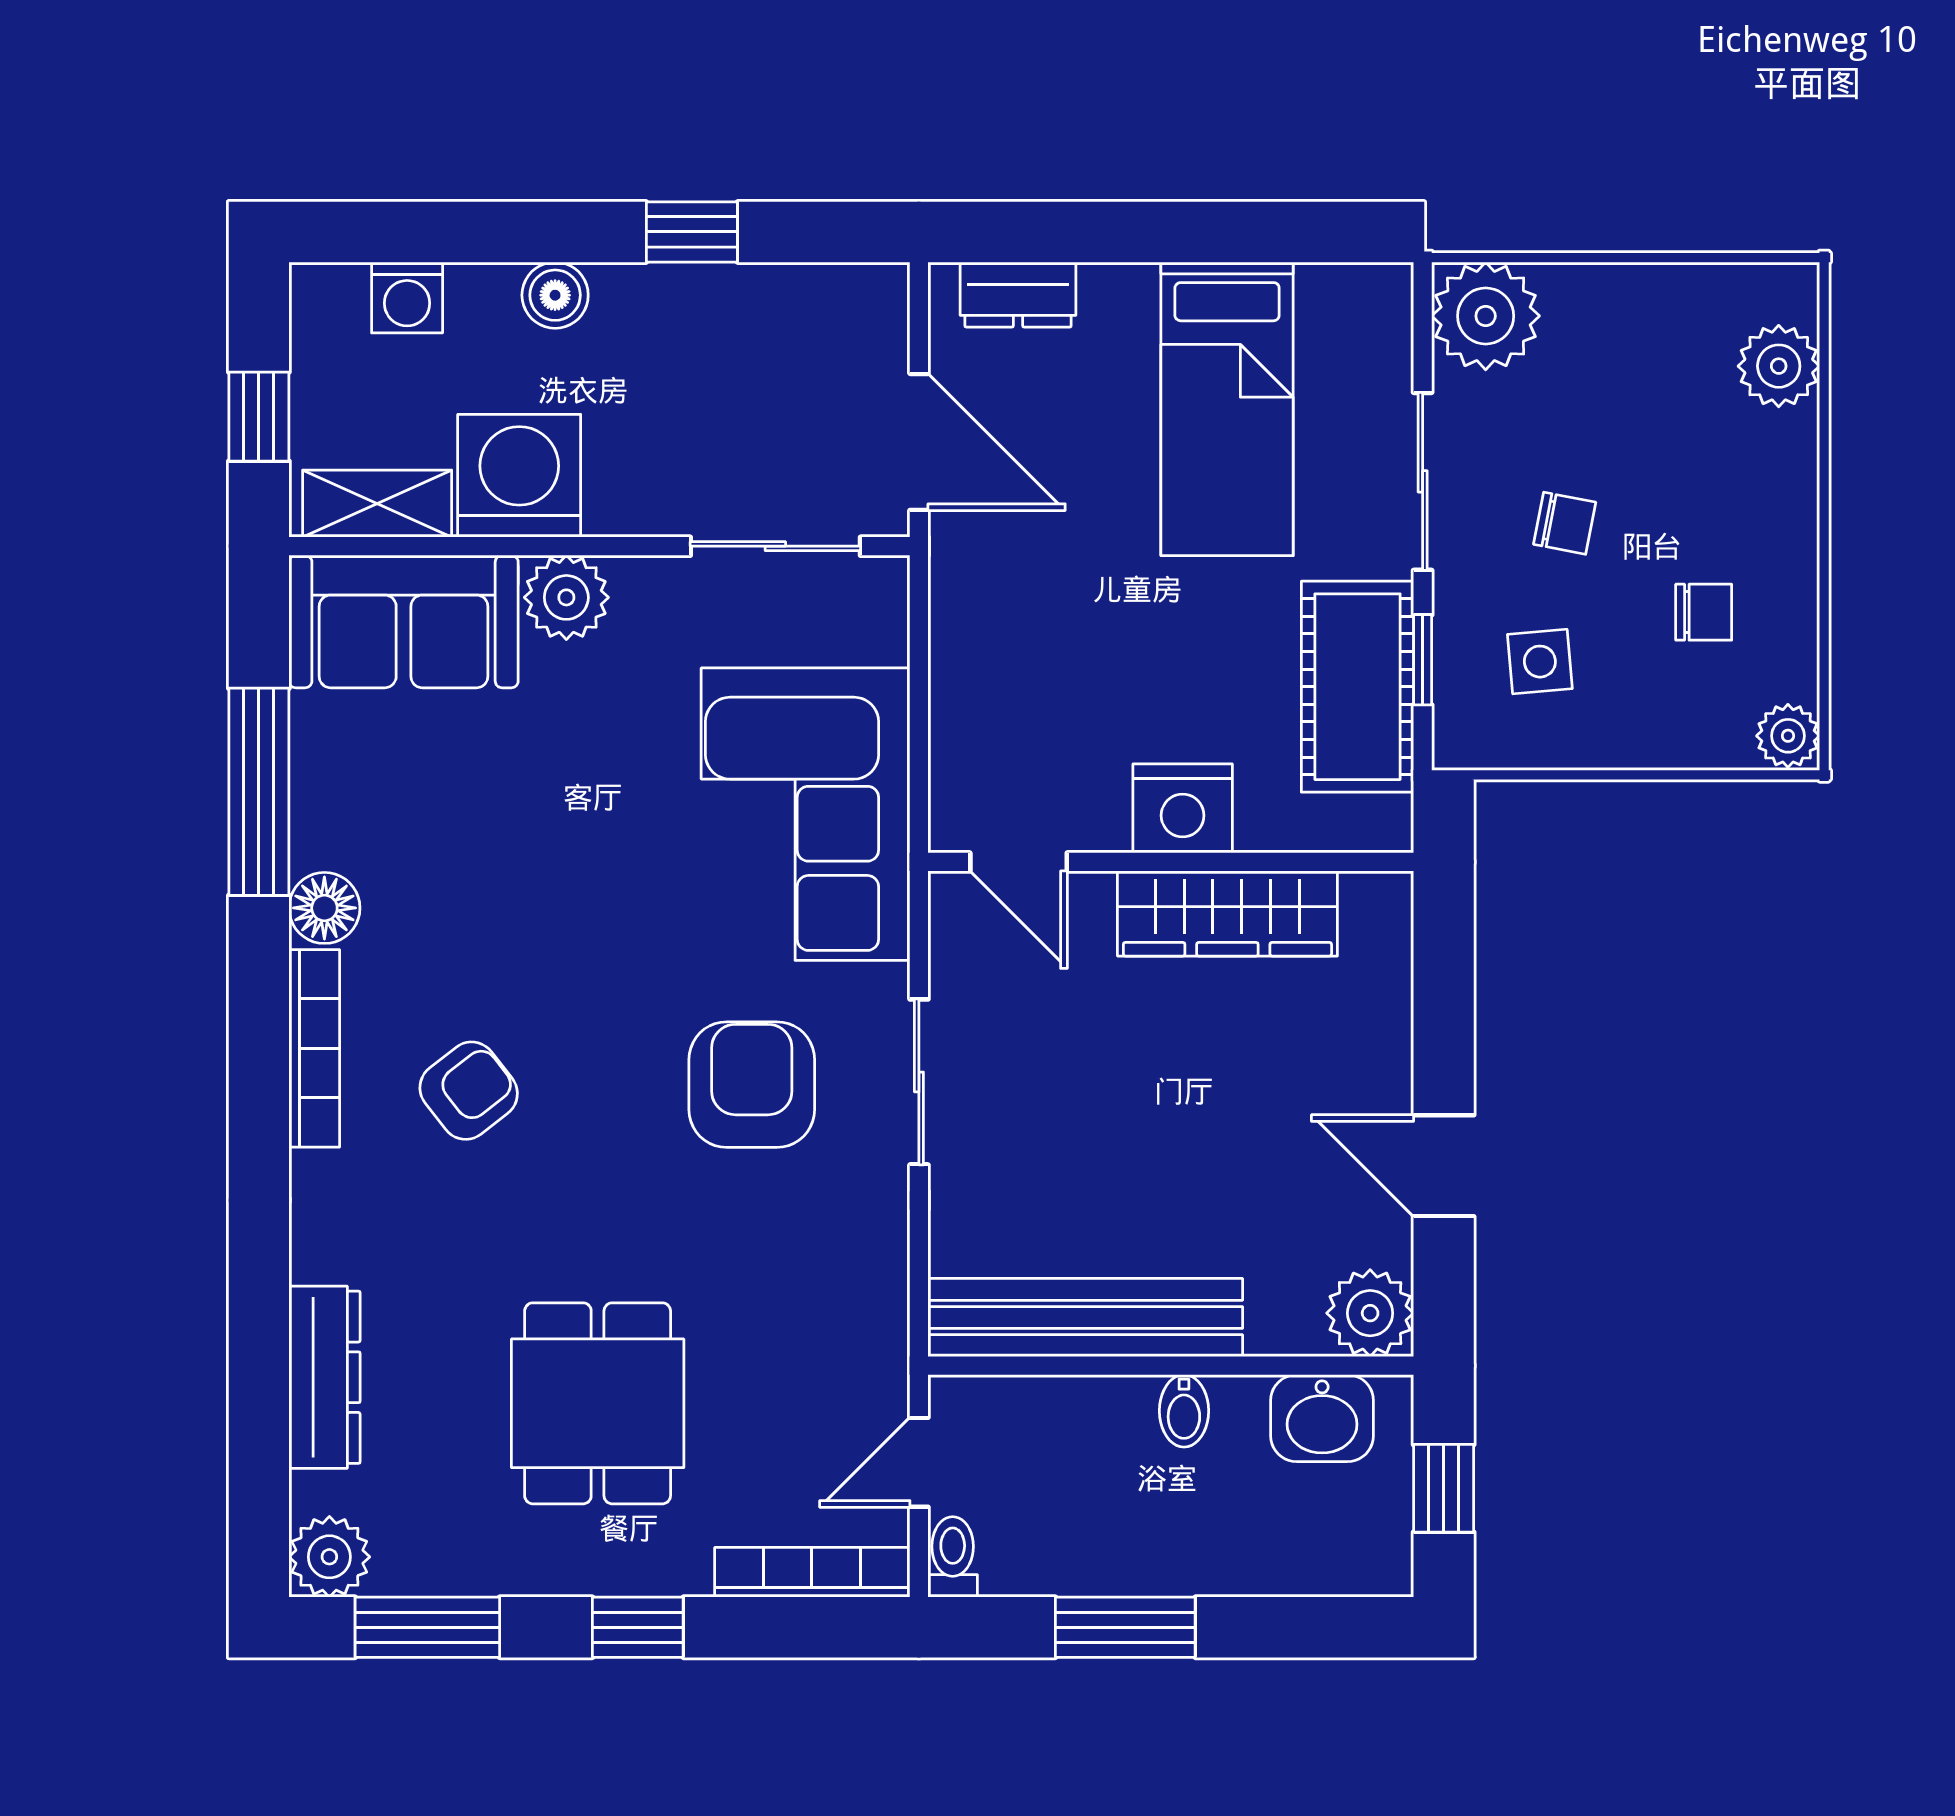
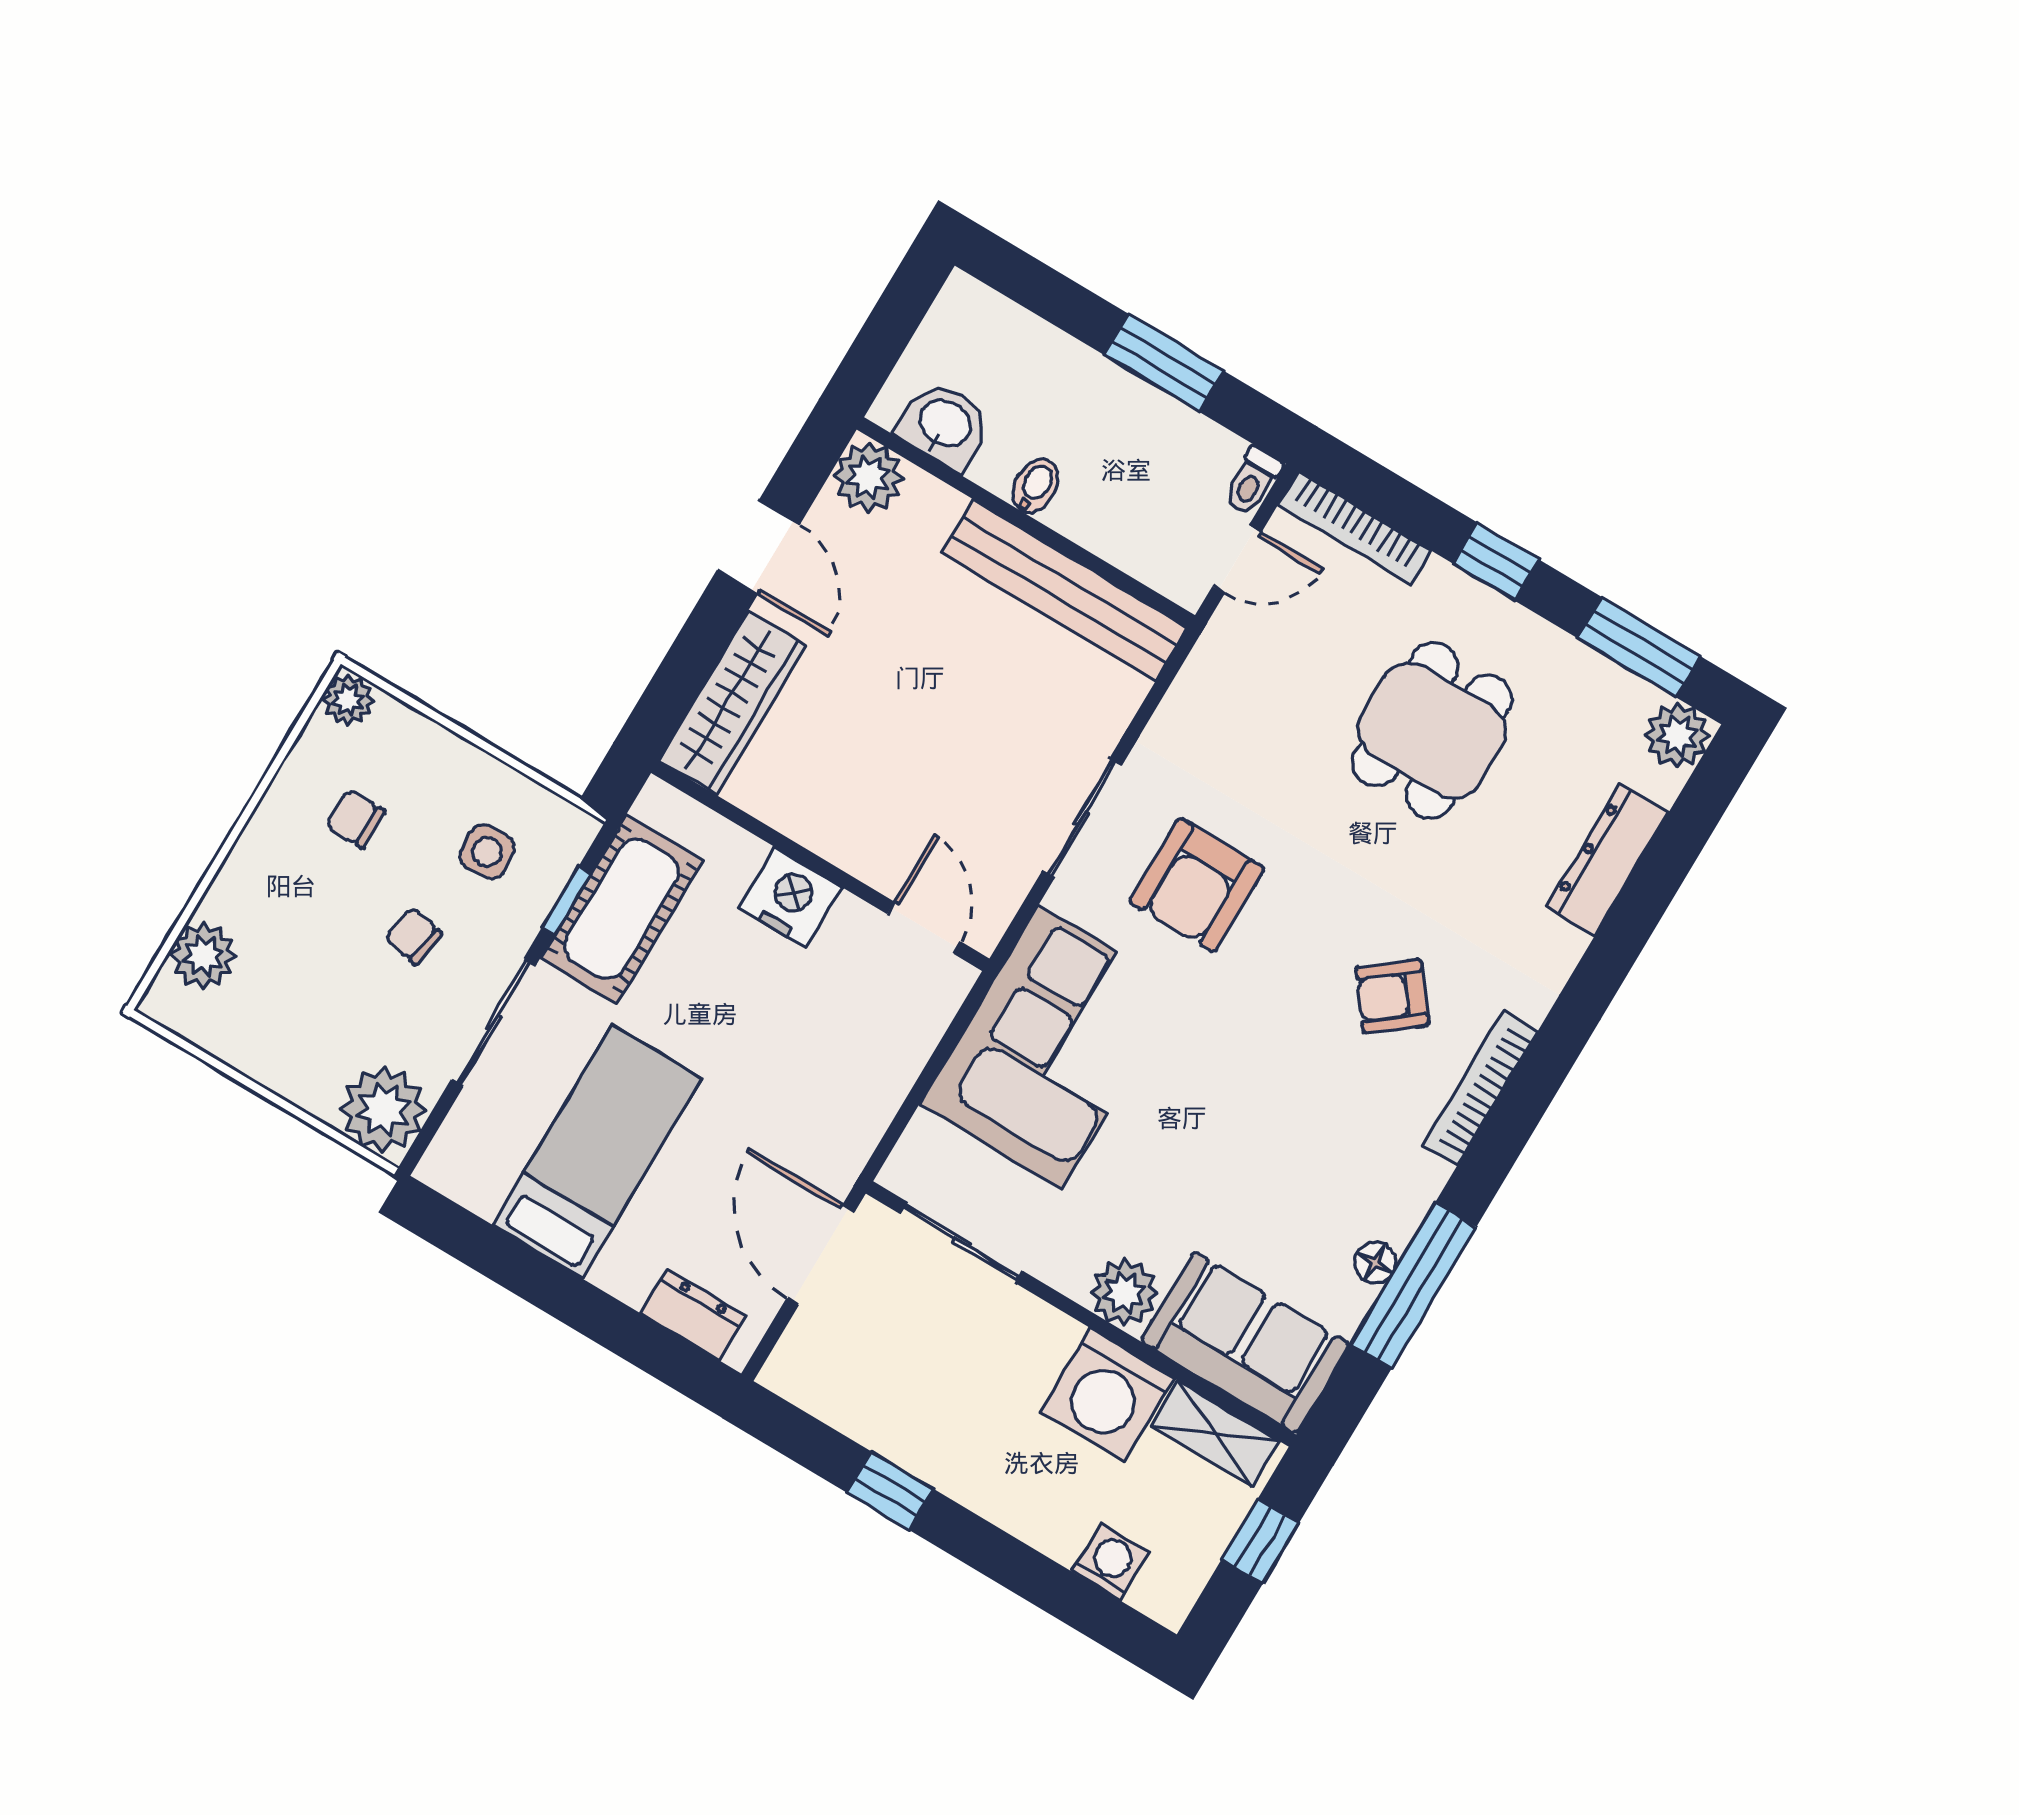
boiler: (555, 295) -> (1009, 1503), removed
floor lamp: (324, 908) -> (1375, 1263), moved, width x0.73, depth x0.73
wardrobe: (1227, 914) -> (732, 703), moved, turned 90
window: (1444, 1488) -> (890, 328), removed

